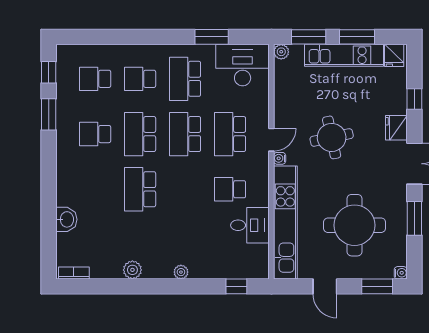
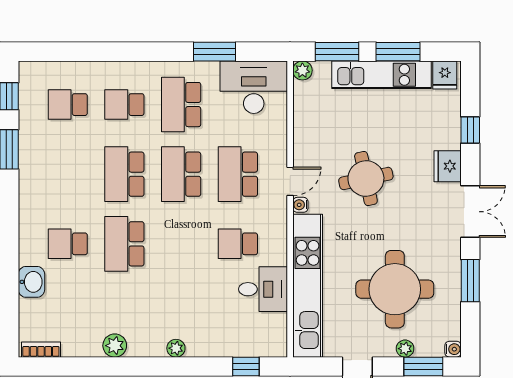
school desk: (95, 134) -> (68, 244), moved
plant: (363, 272) -> (405, 349), added

